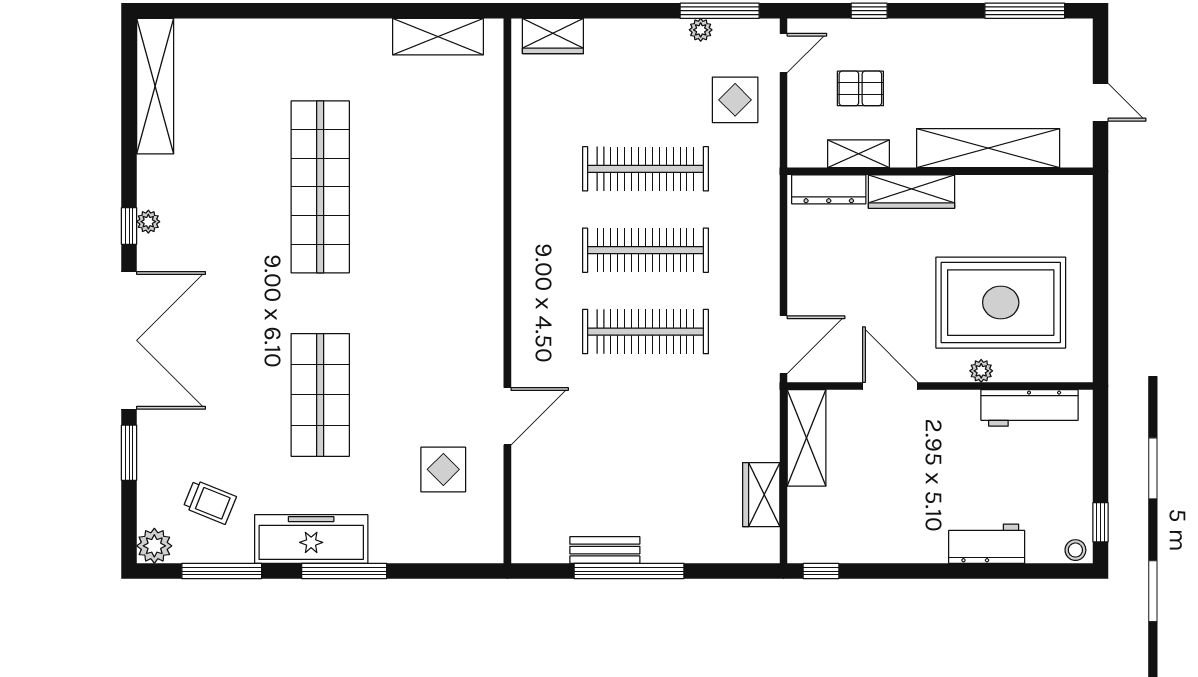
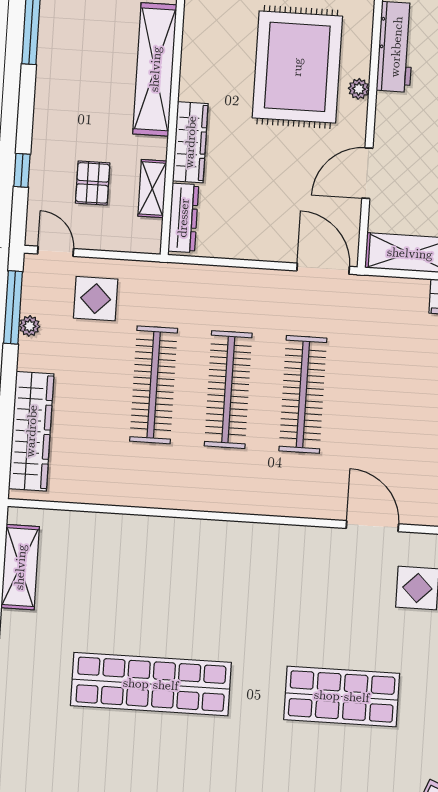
wardrobe: (553, 36) -> (31, 431), width x2.10, depth x1.17

